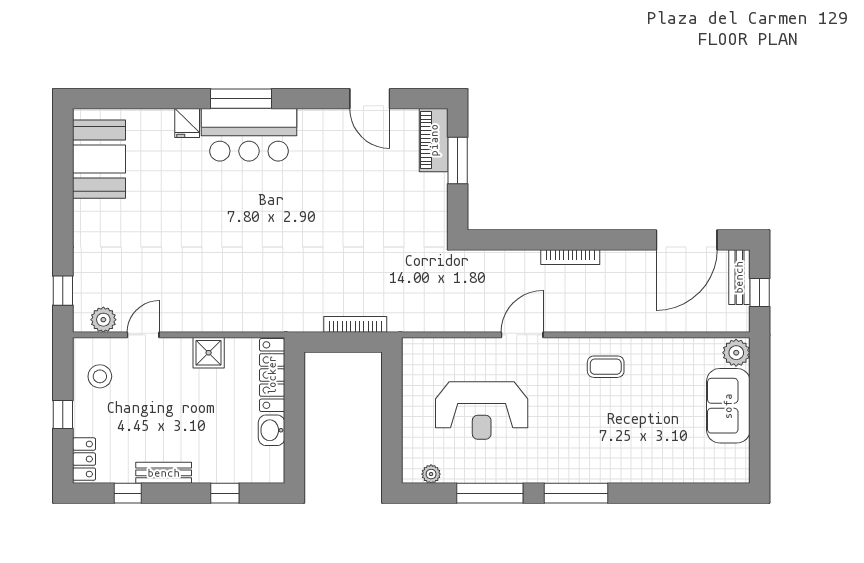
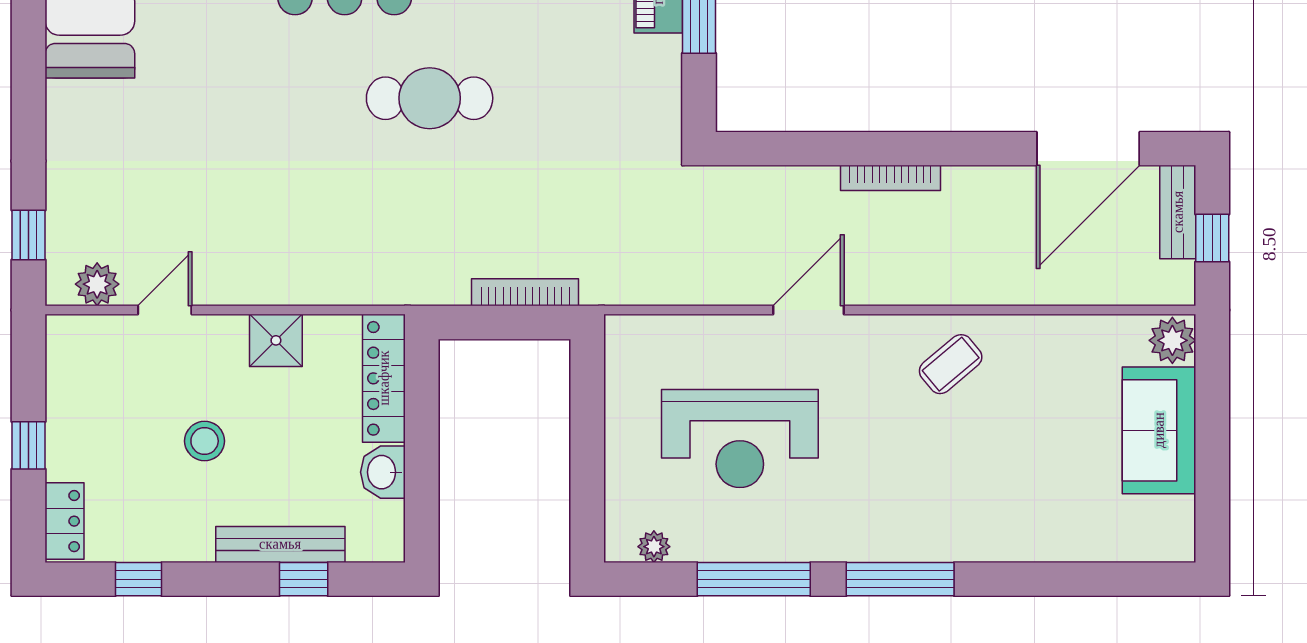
cafe table: (299, 210) -> (430, 98), added
coffee table: (606, 367) -> (951, 364), turned -40
stool: (100, 376) -> (205, 441), moved
bench: (164, 473) -> (280, 544), moved, width x1.36

